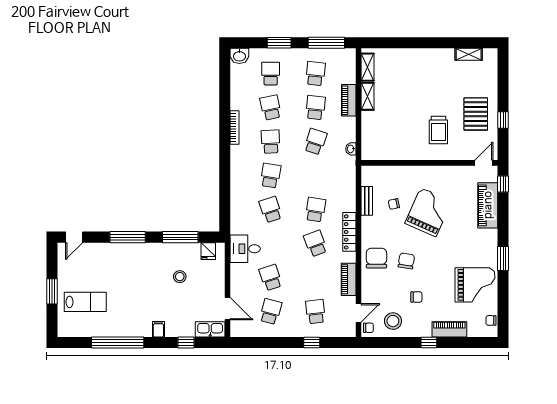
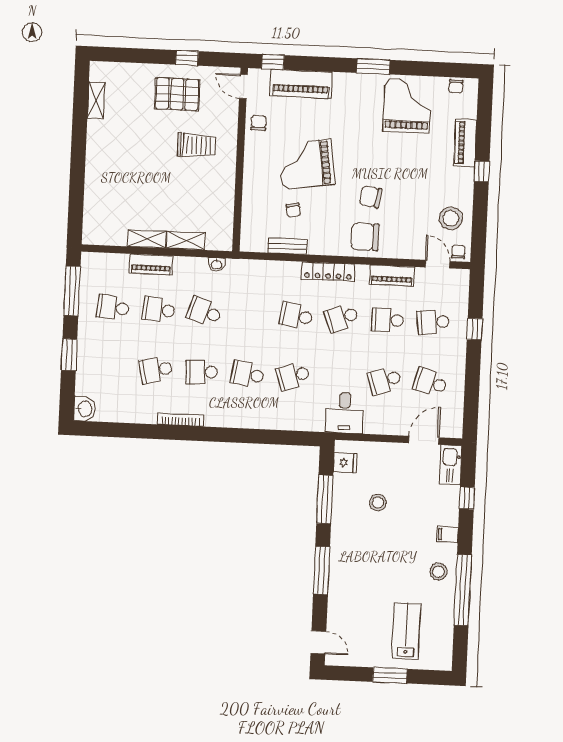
shelving: (368, 67) -> (186, 241), moved
school desk: (271, 74) -> (387, 320), moved
grand piano: (428, 212) -> (306, 164), turned -32
chair: (416, 297) -> (259, 123), moved
stool: (131, 324) -> (438, 572), added

